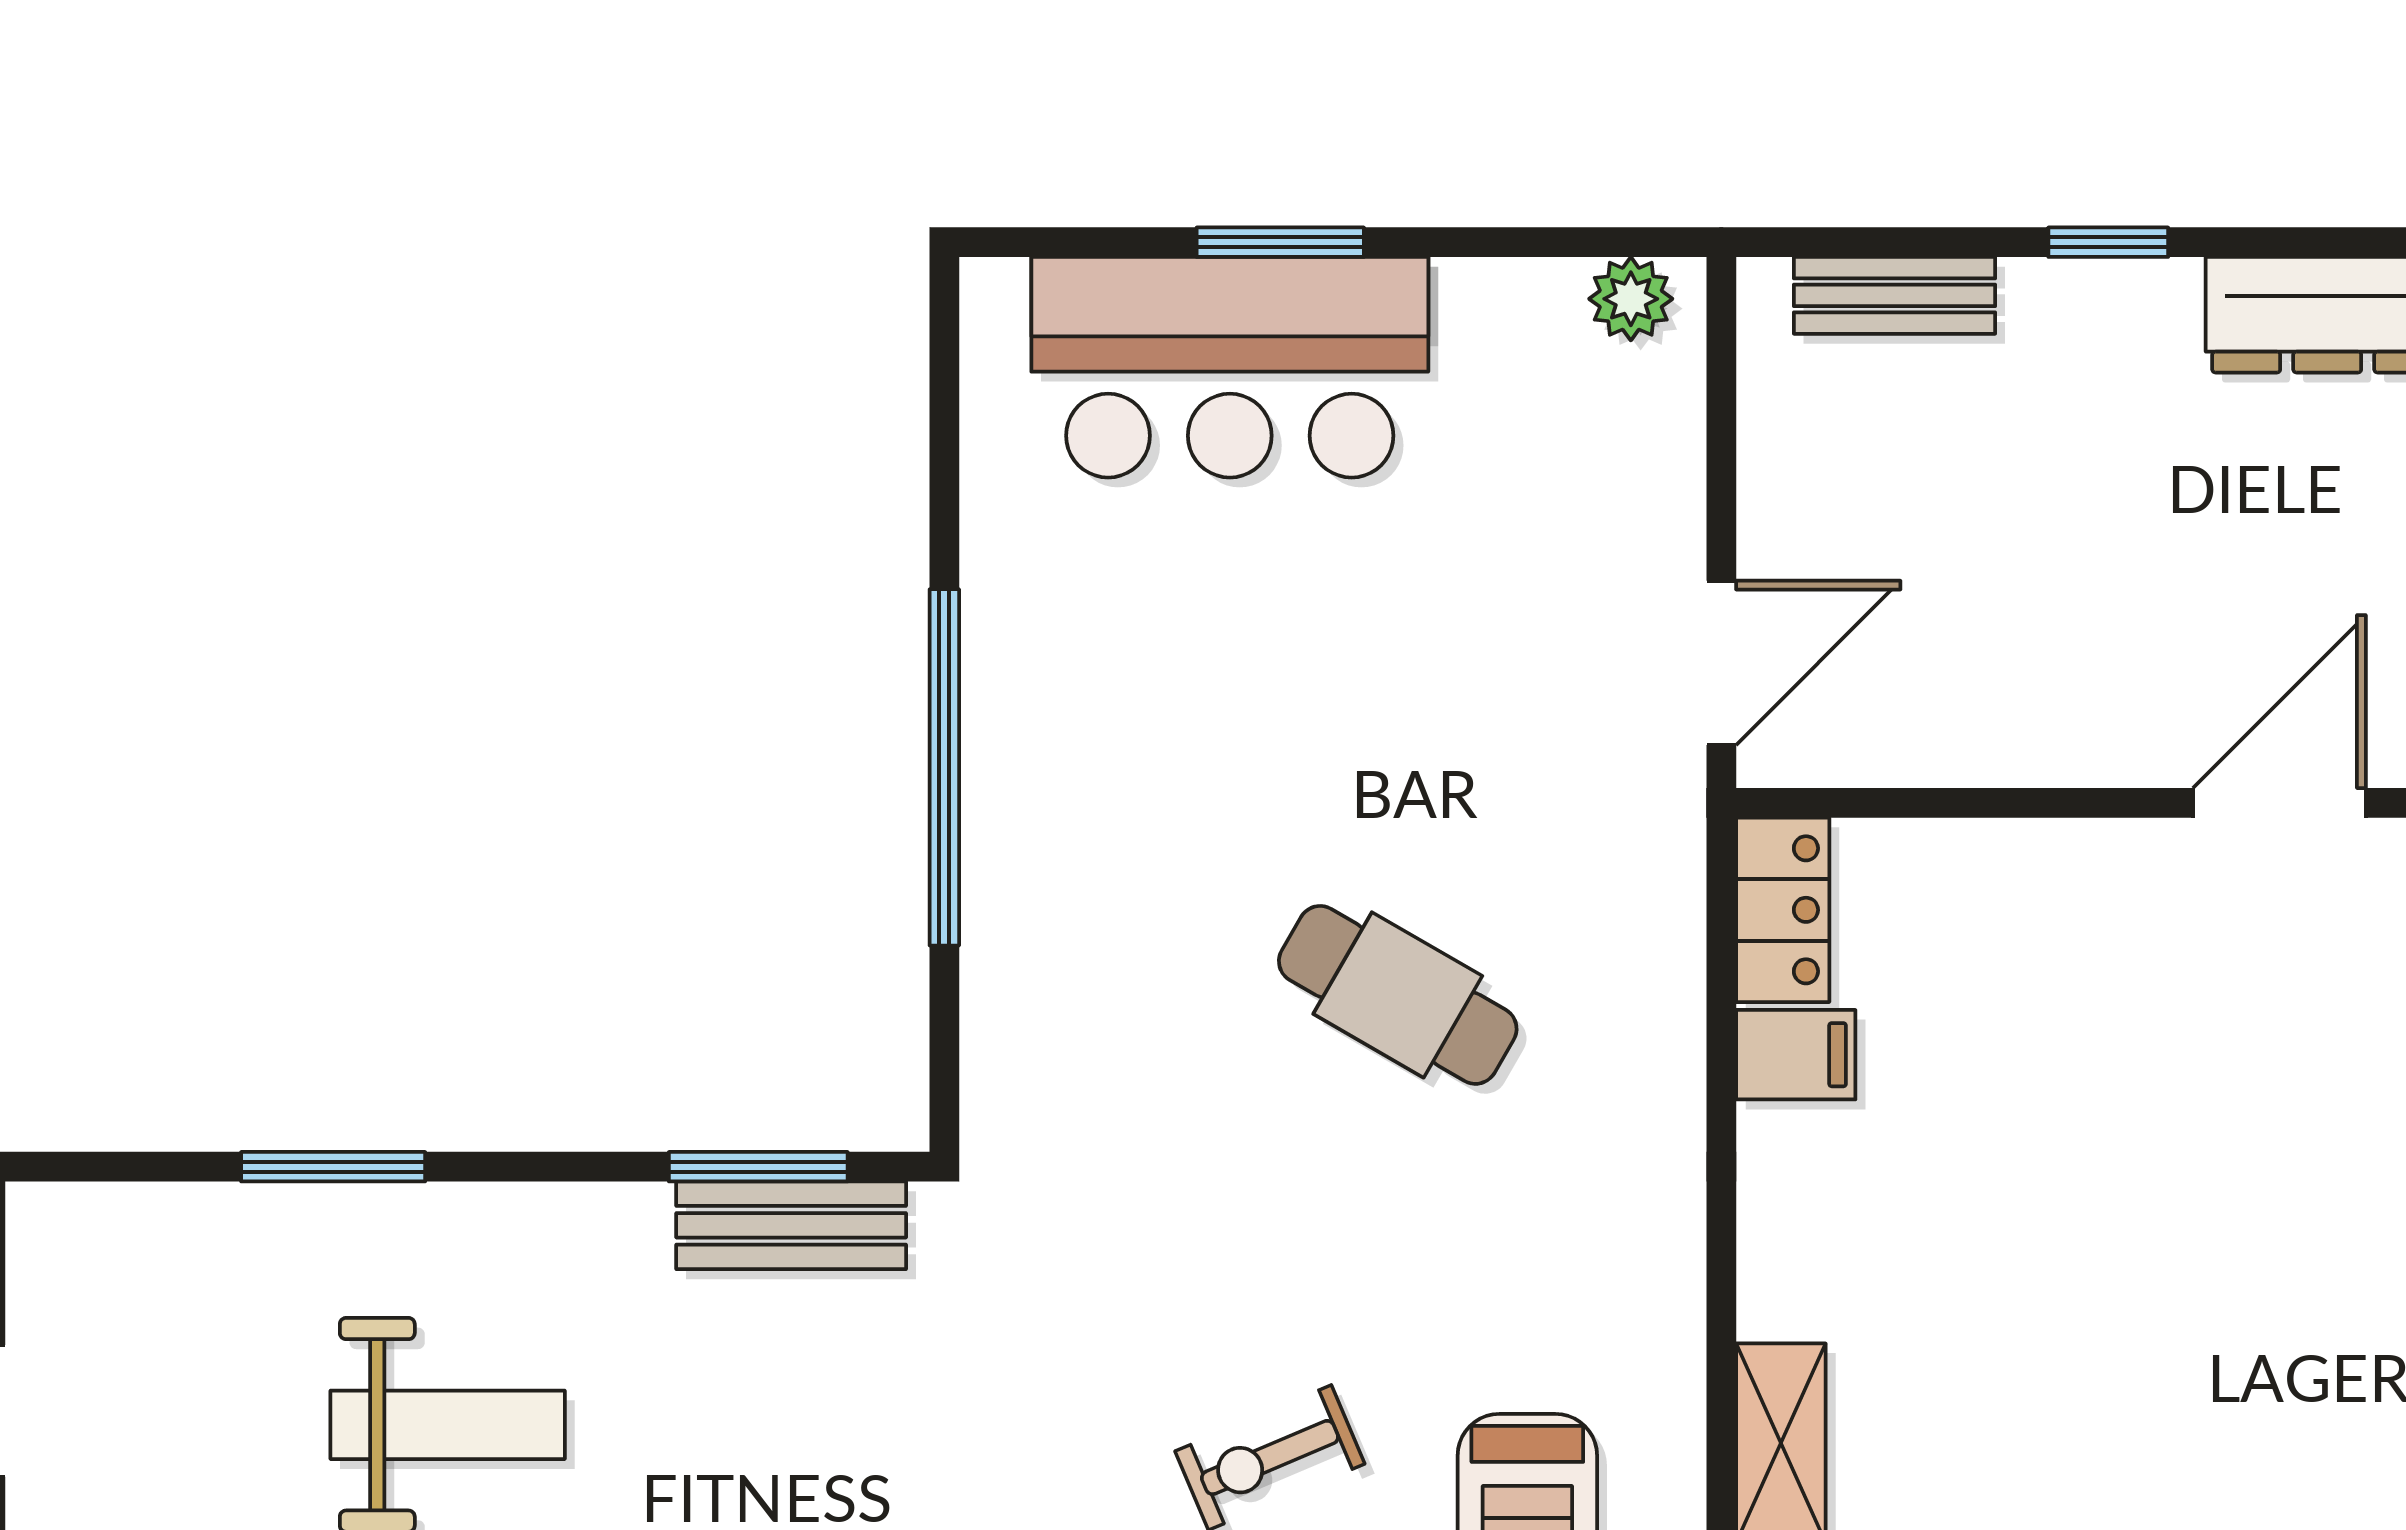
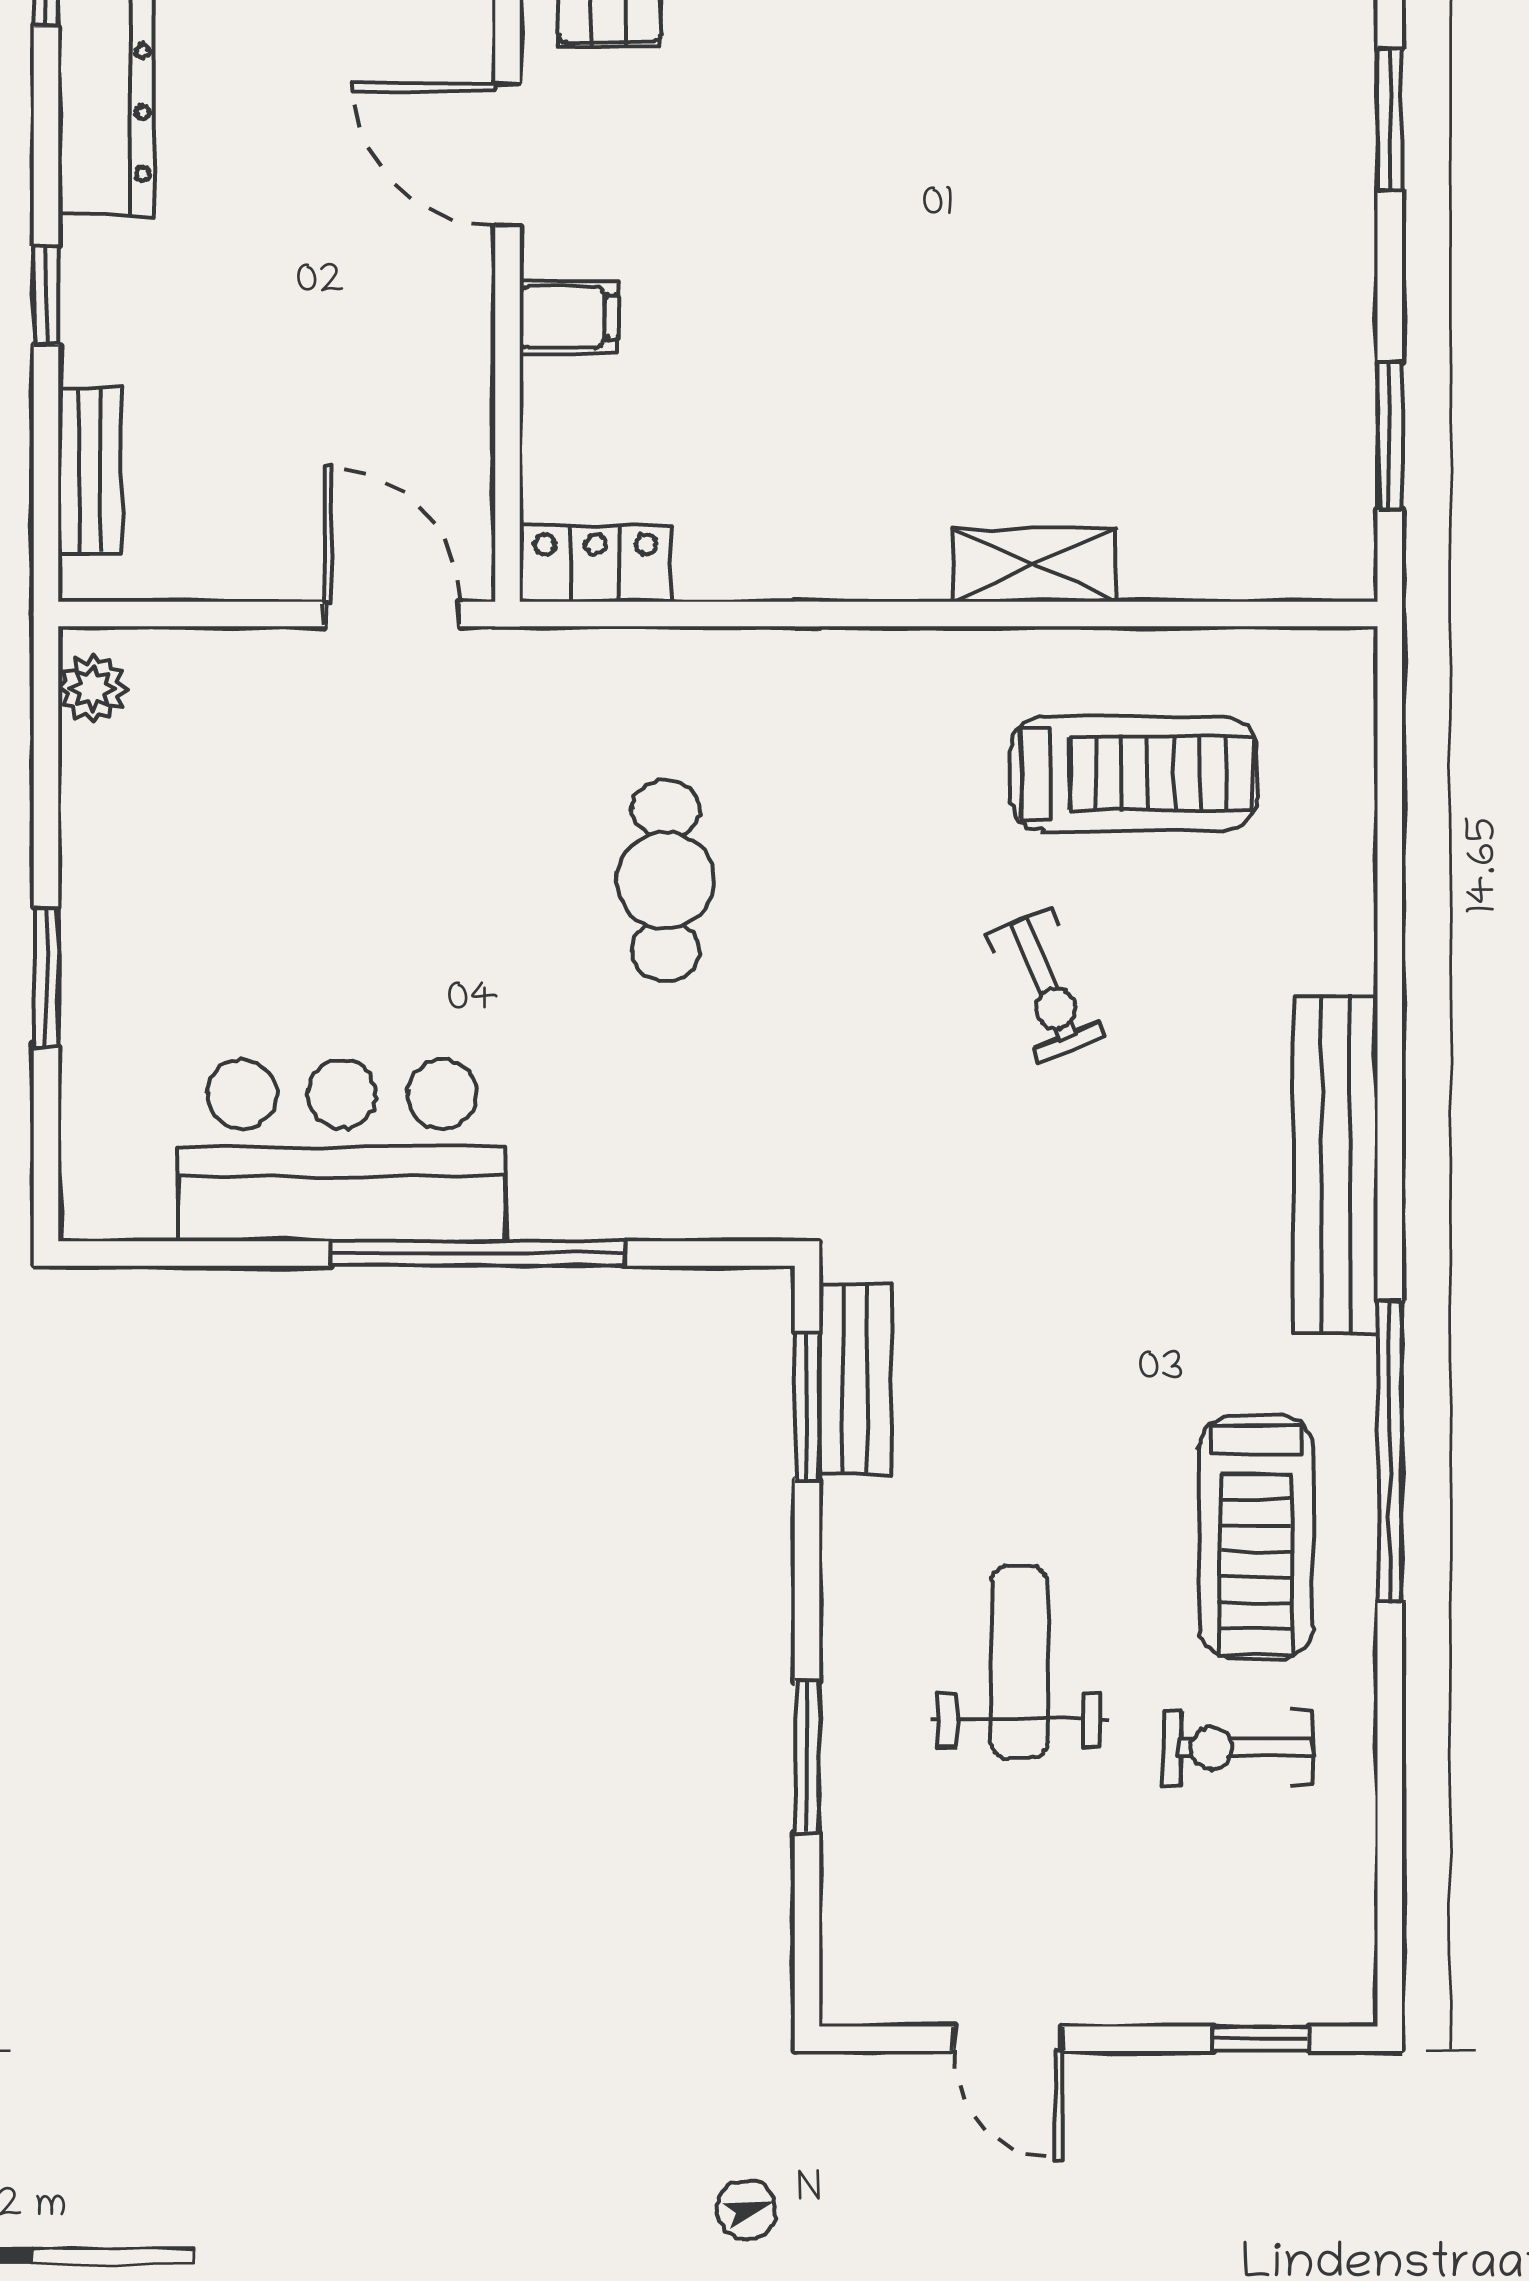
bar counter: (1230, 367) -> (342, 1151), moved, turned -90
cafe table: (1398, 995) -> (666, 880), turned -30
filing cabinet: (1796, 1055) -> (569, 317), moved, turned 90

